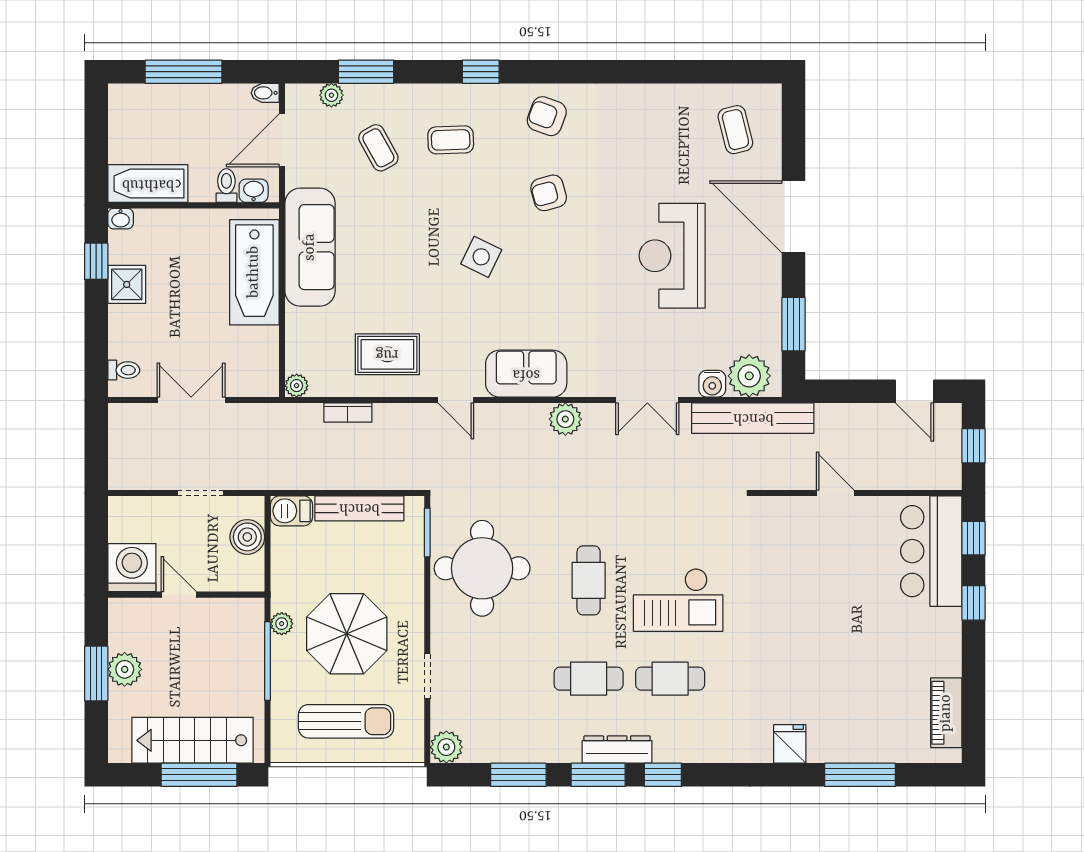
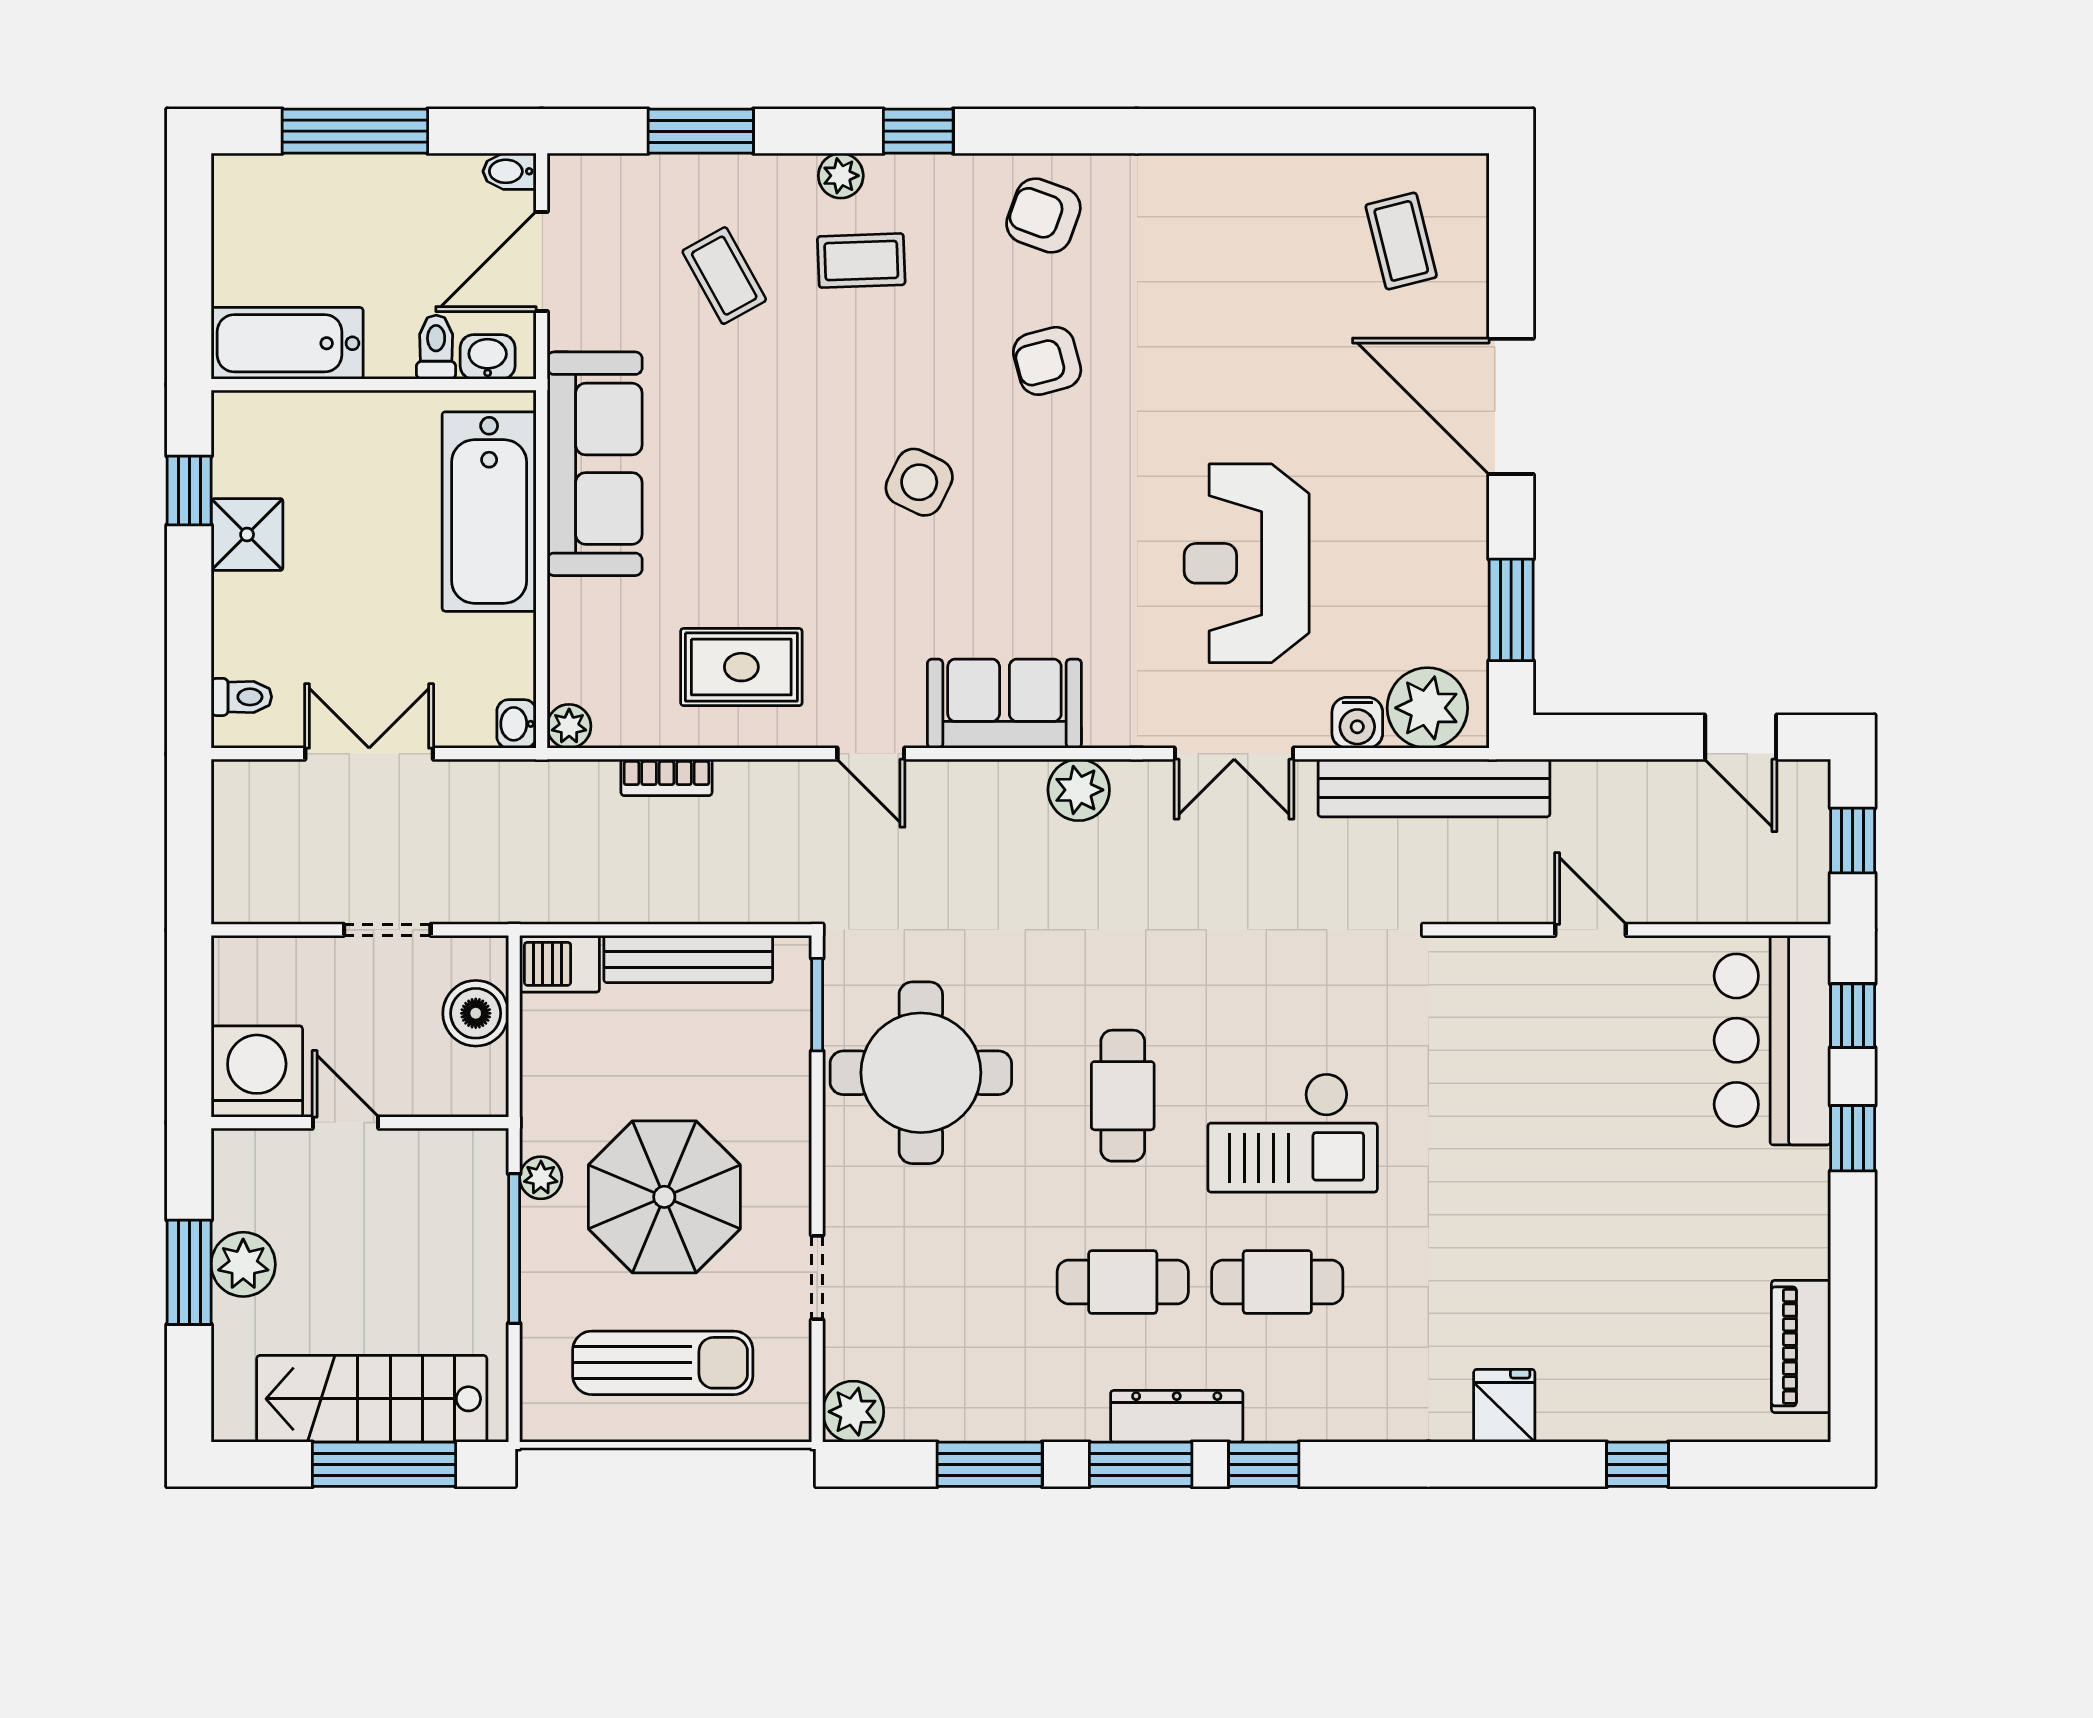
plant: (331, 95) -> (841, 176), moved
washbasin: (121, 219) -> (516, 724), moved, turned 90
reception desk: (672, 256) -> (1247, 563), moved
window: (860, 775) -> (1637, 1464), width x0.46

